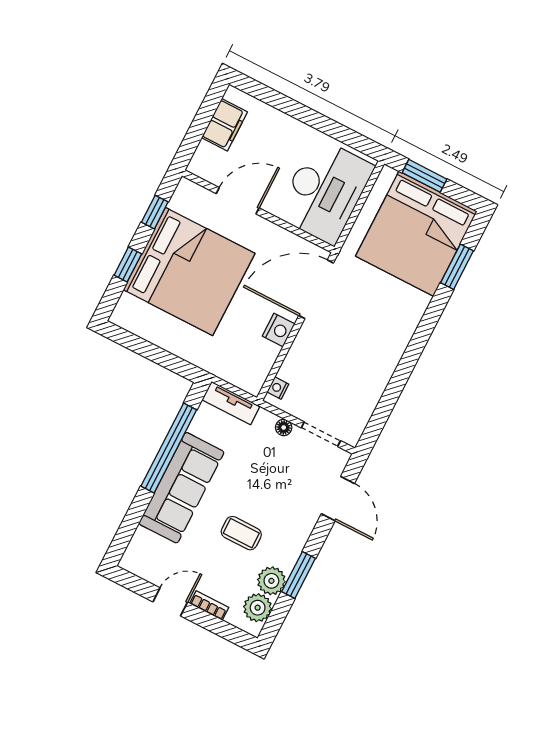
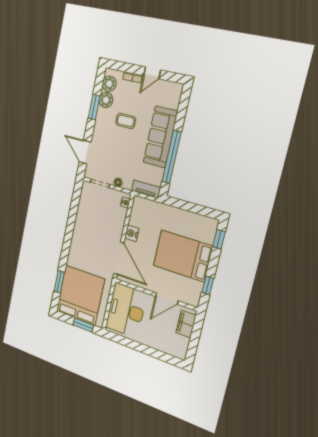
filing cabinet: (224, 125) -> (186, 324), moved
window: (128, 265) -> (219, 239), moved
bed: (189, 272) -> (183, 256), width x0.73
door: (316, 289) -> (119, 258), hinge flipped

